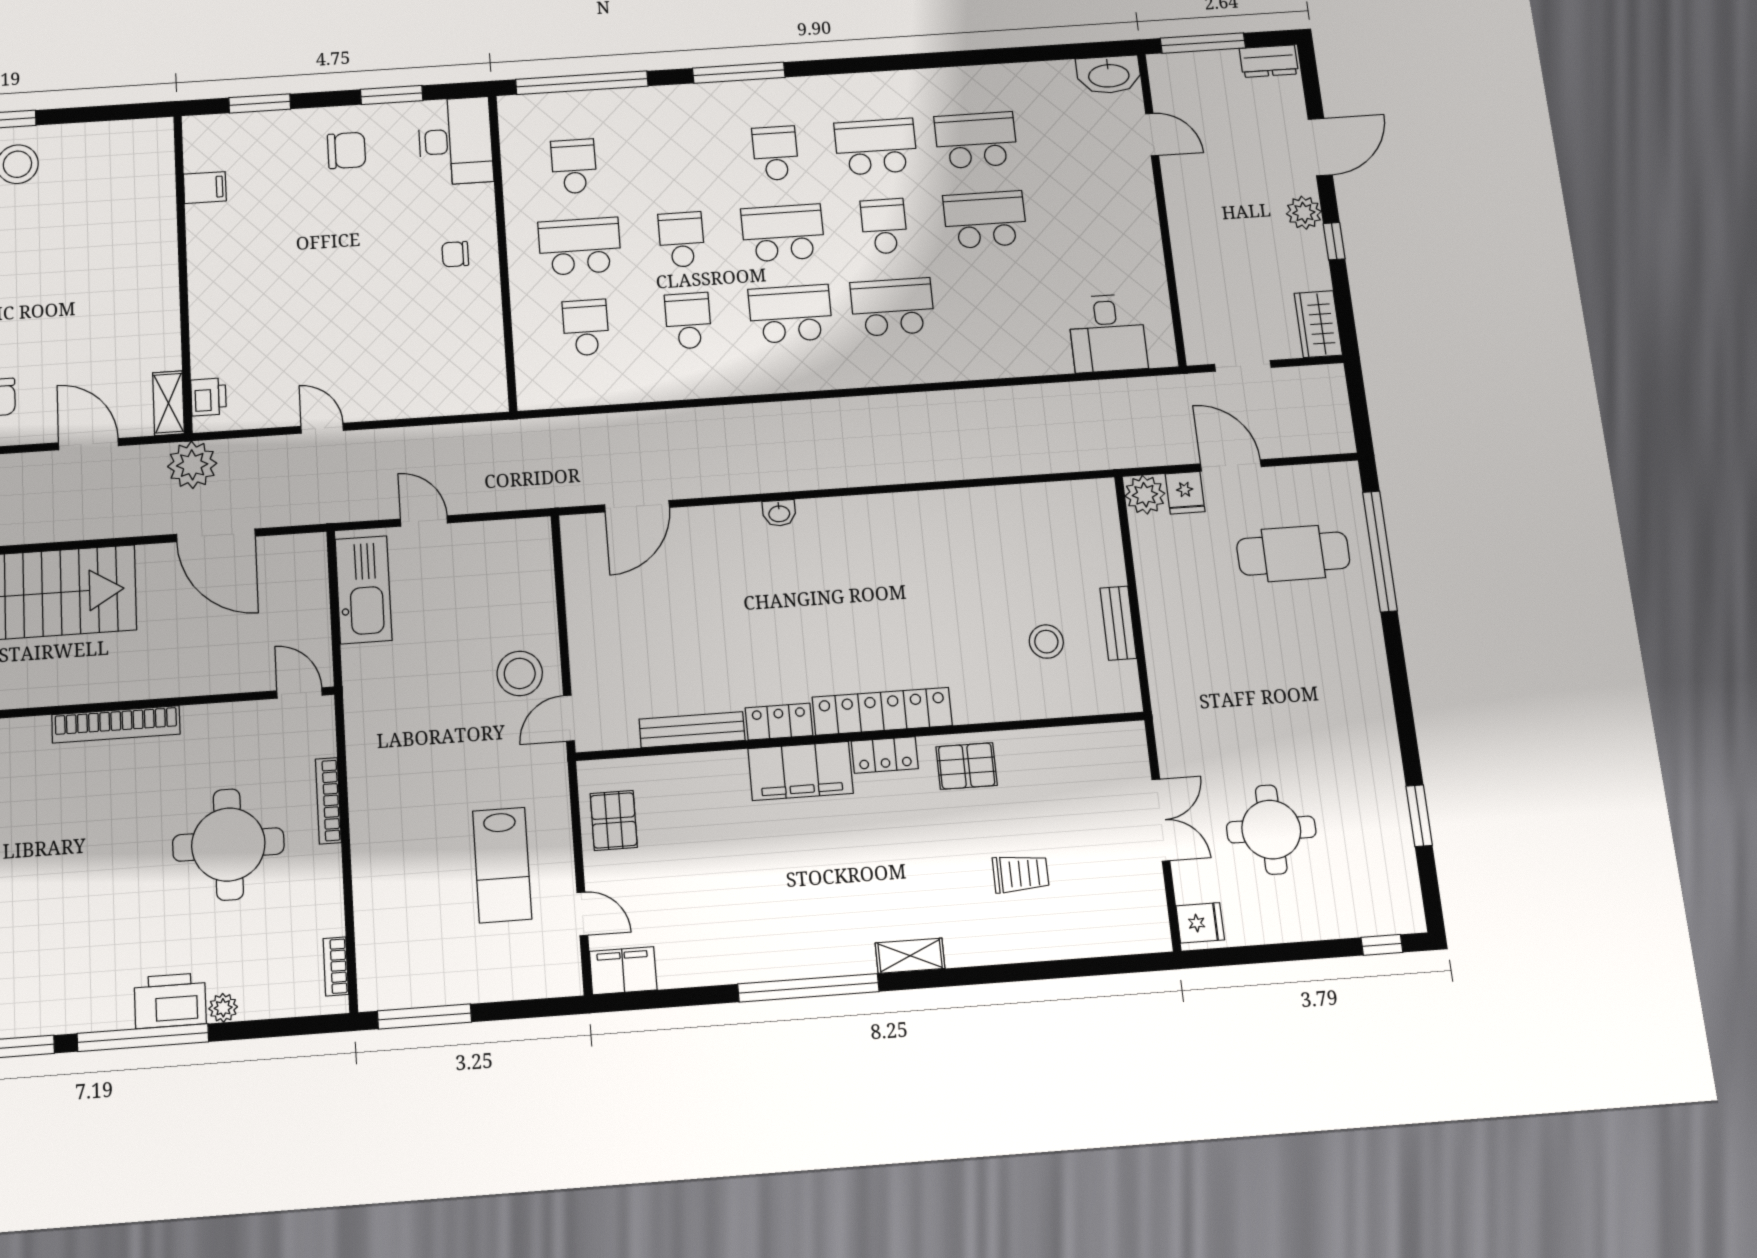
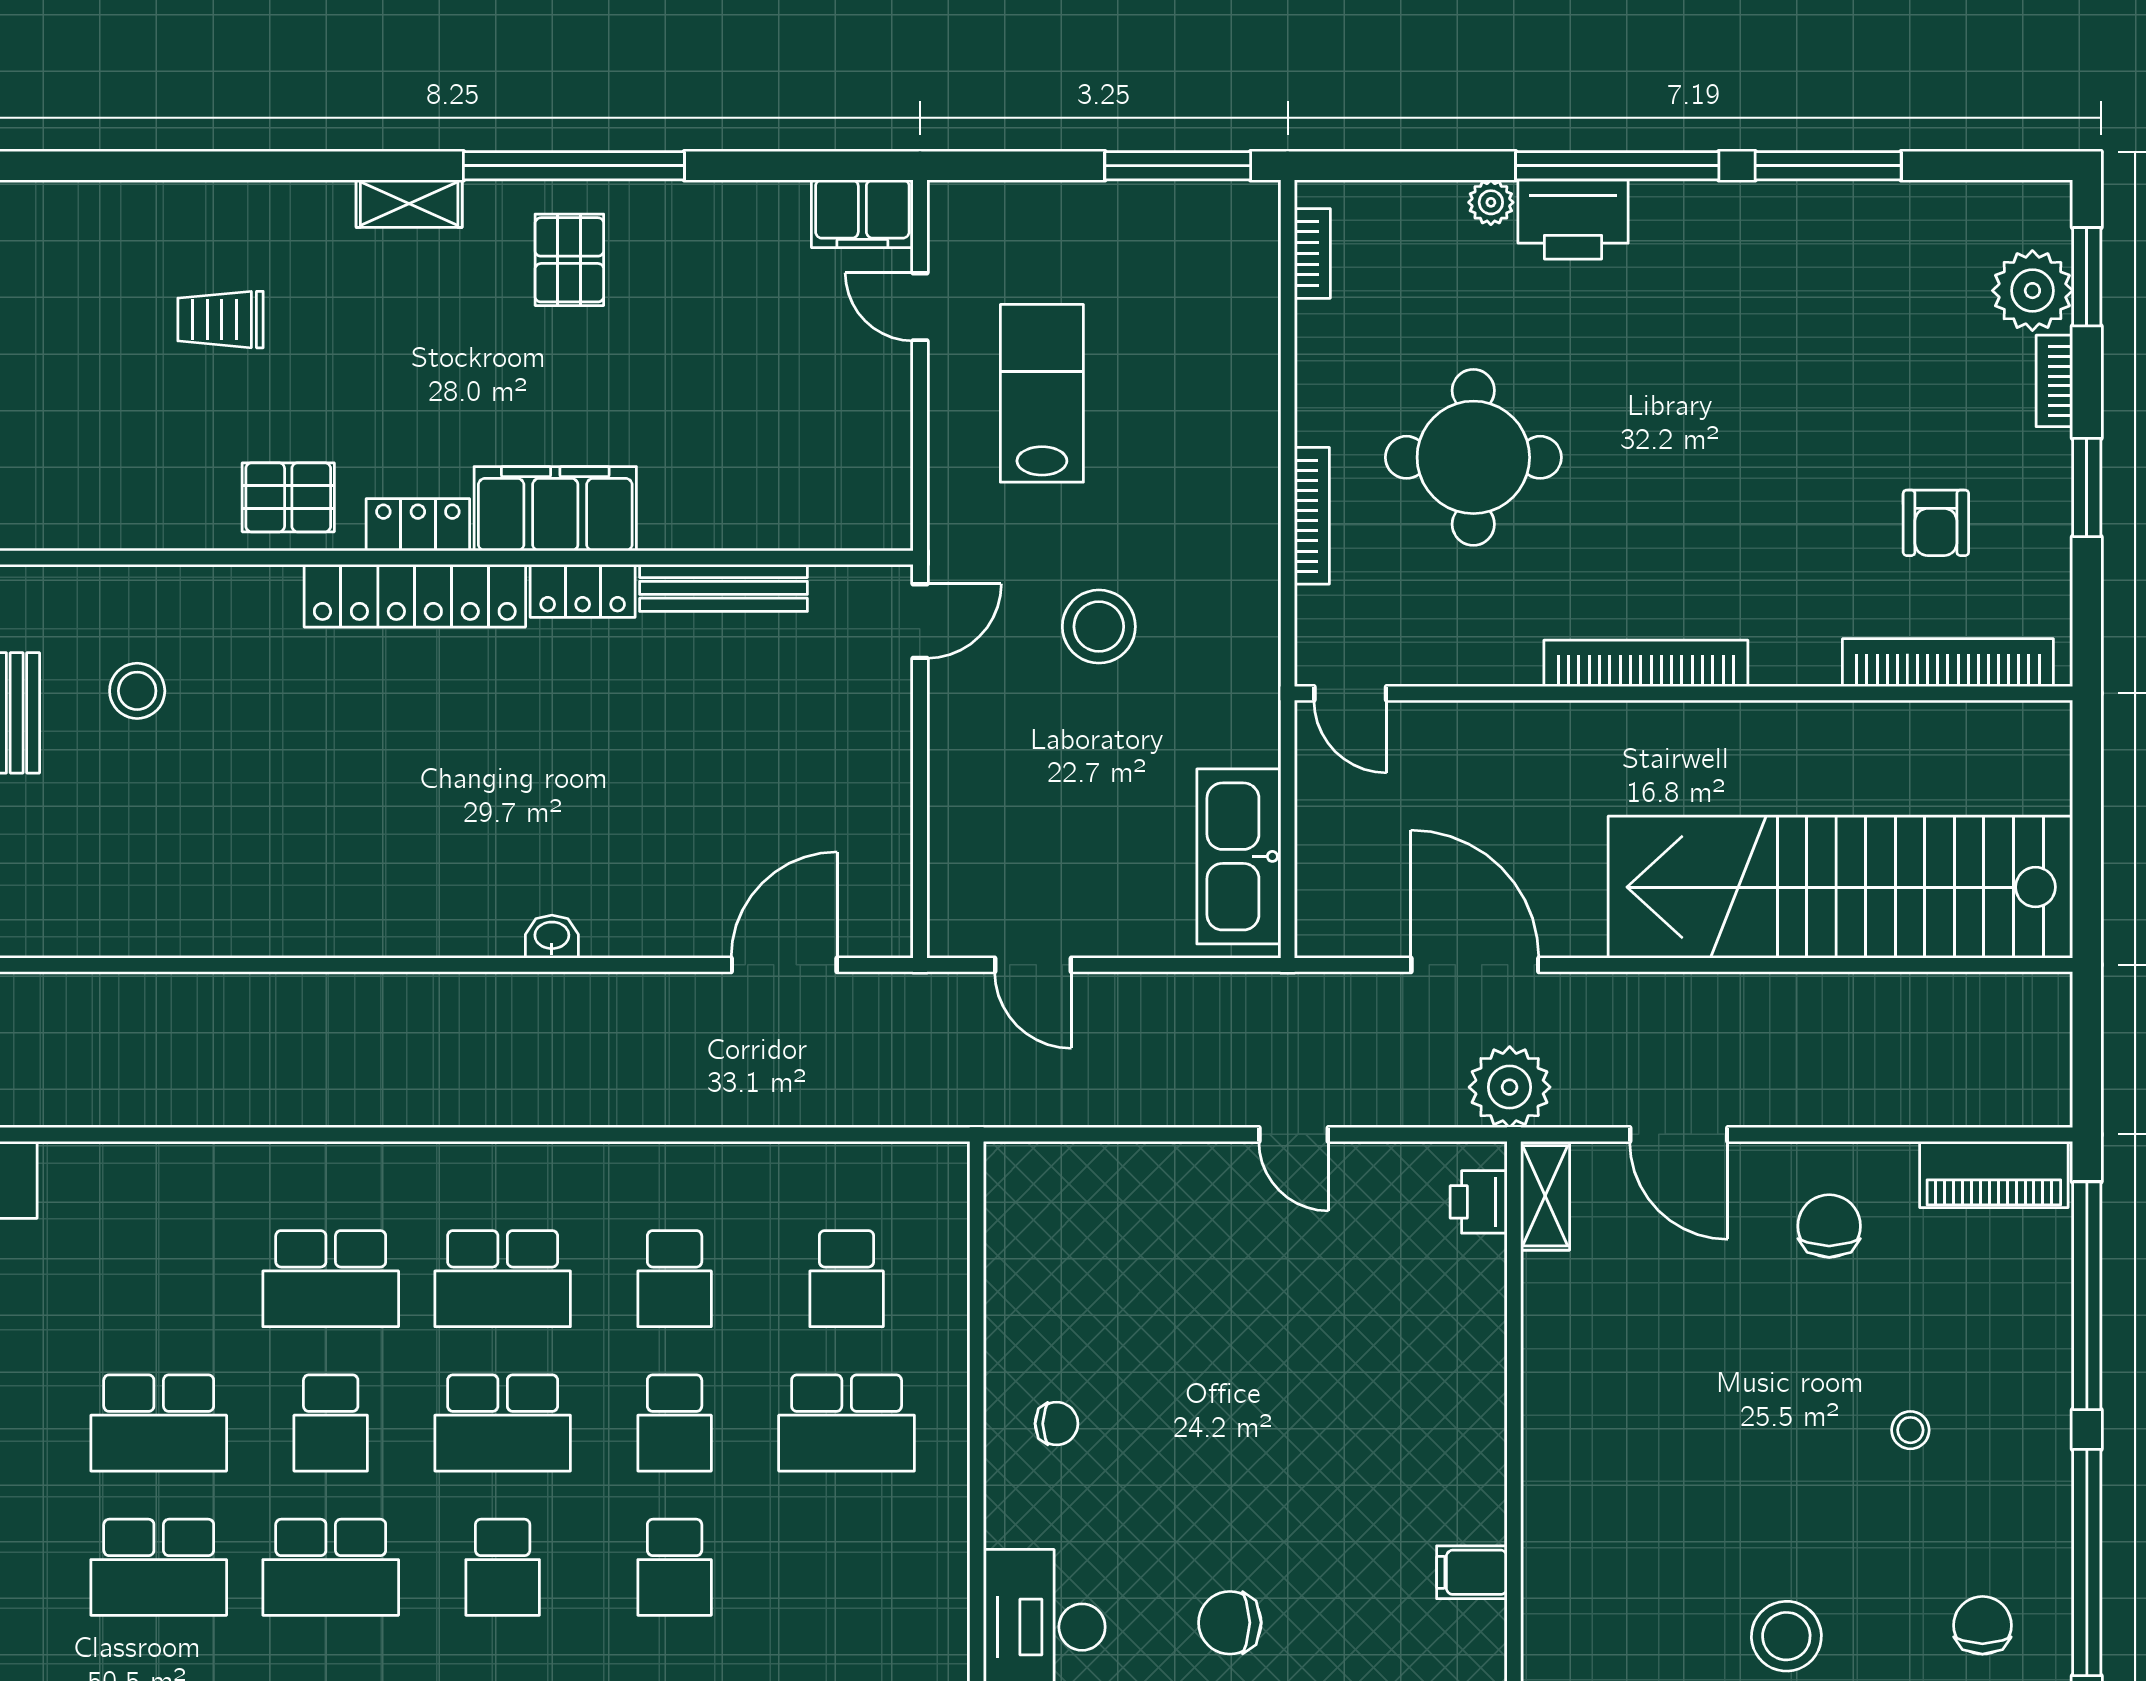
school desk: (574, 166) -> (675, 1567), moved
door: (424, 521) -> (1033, 965), moved
stool: (520, 673) -> (1099, 627), moved
pallet: (614, 820) -> (569, 260), moved

